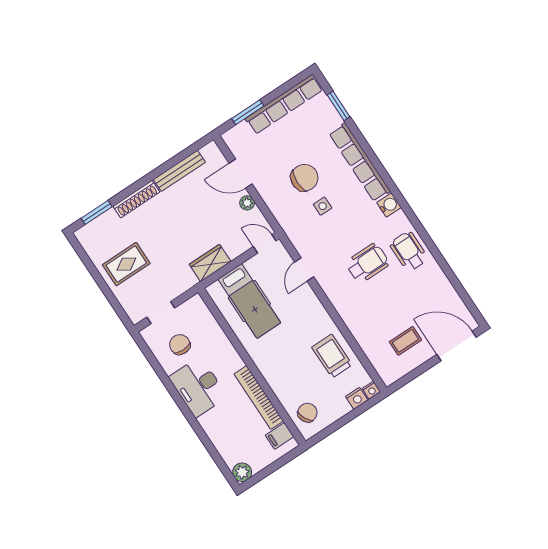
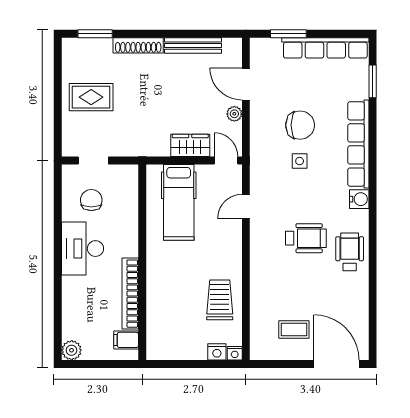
wardrobe: (210, 263) -> (190, 145), moved
chair: (307, 413) -> (165, 336), removed

